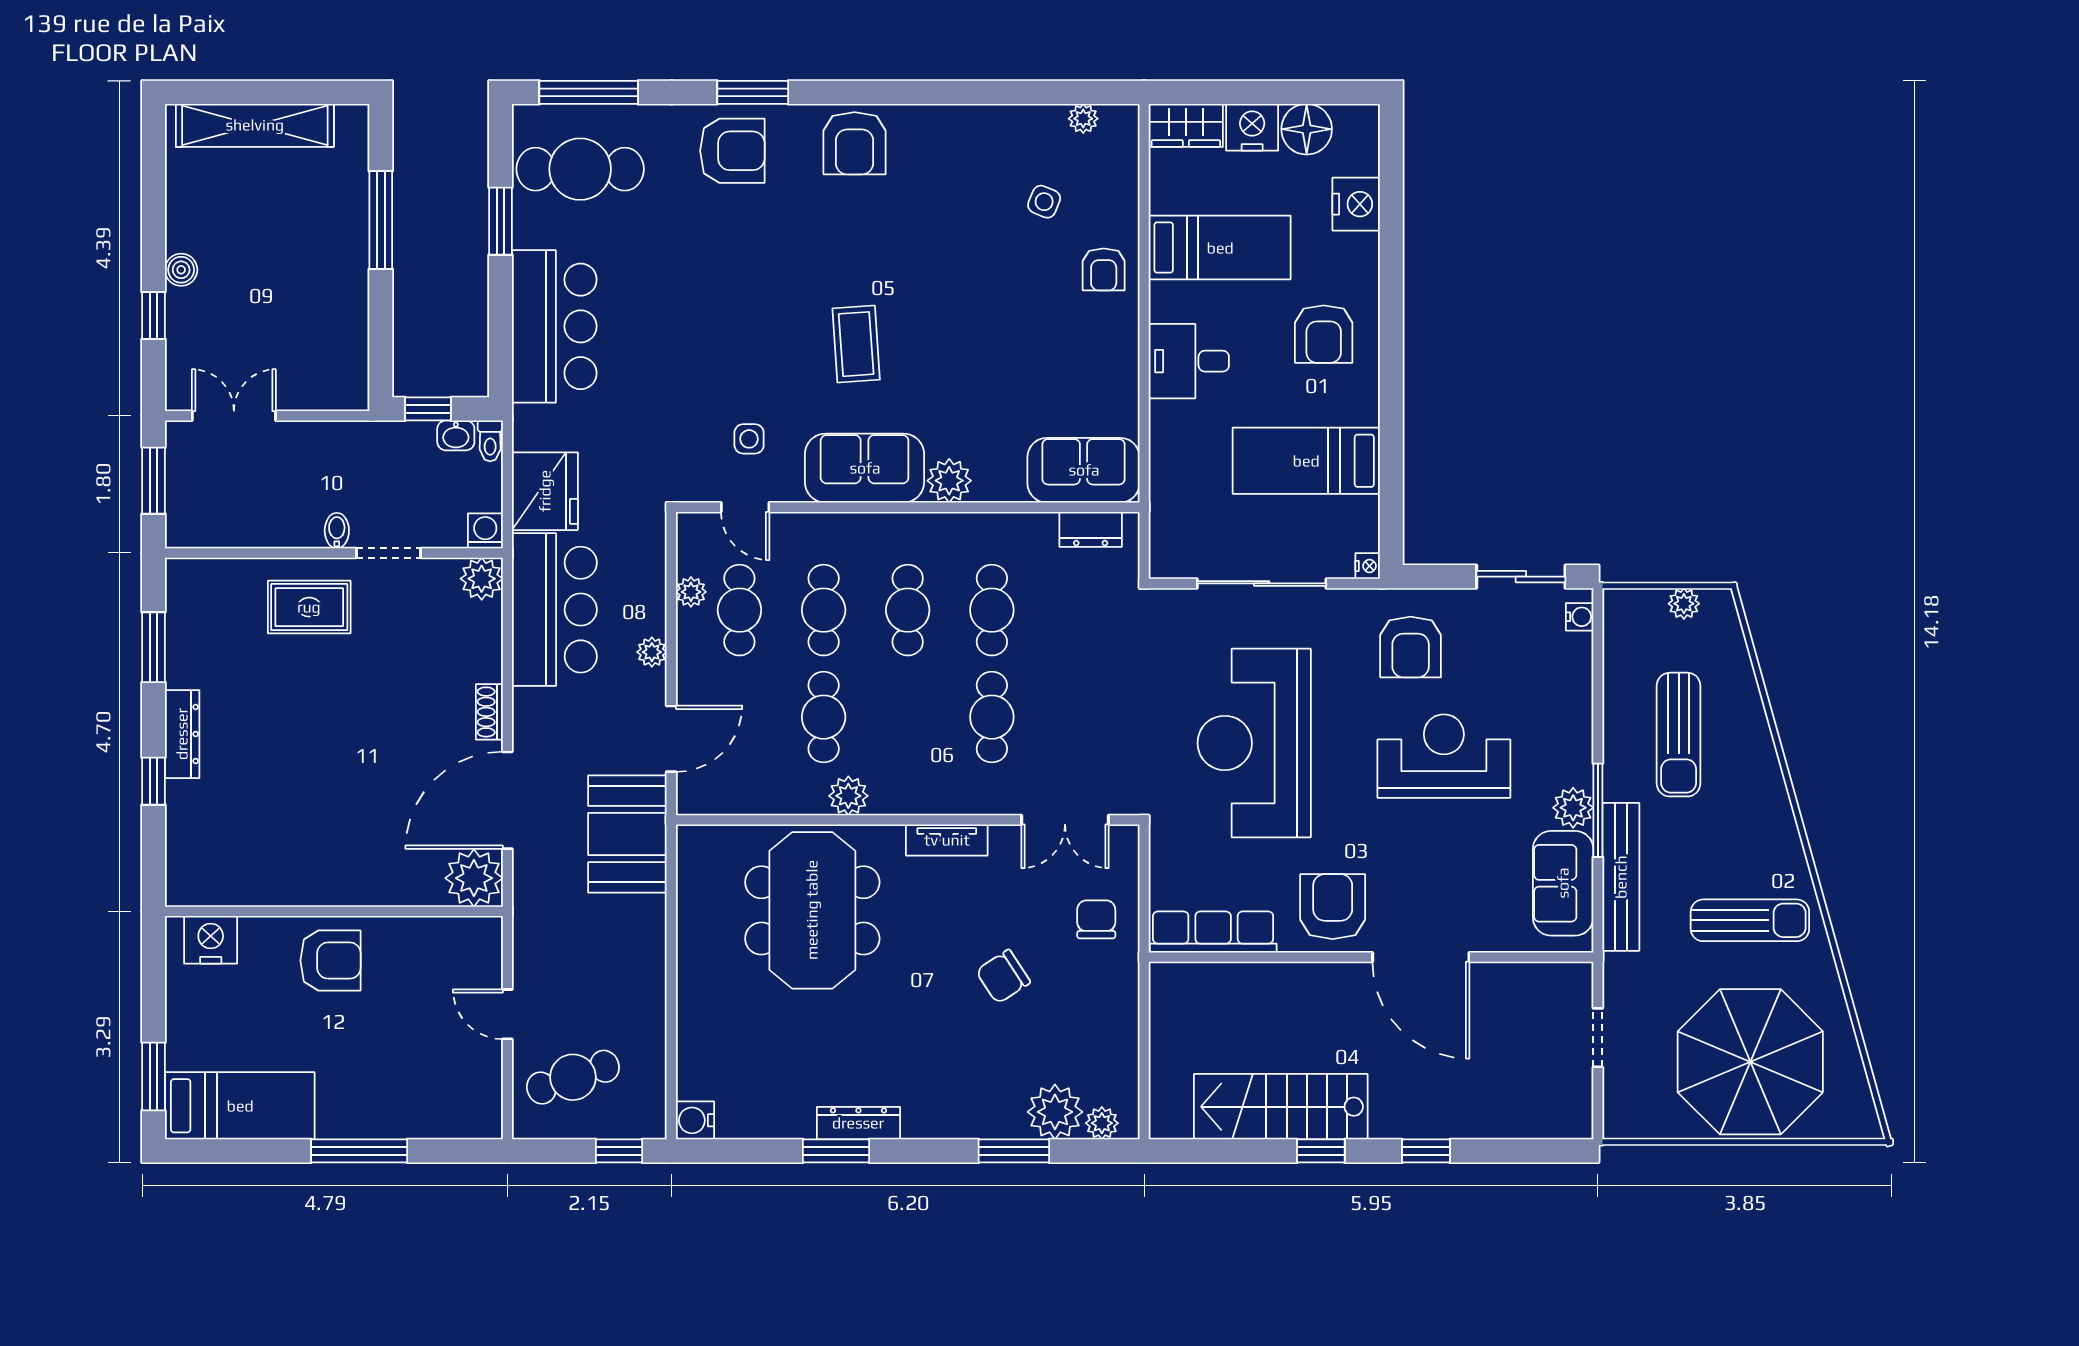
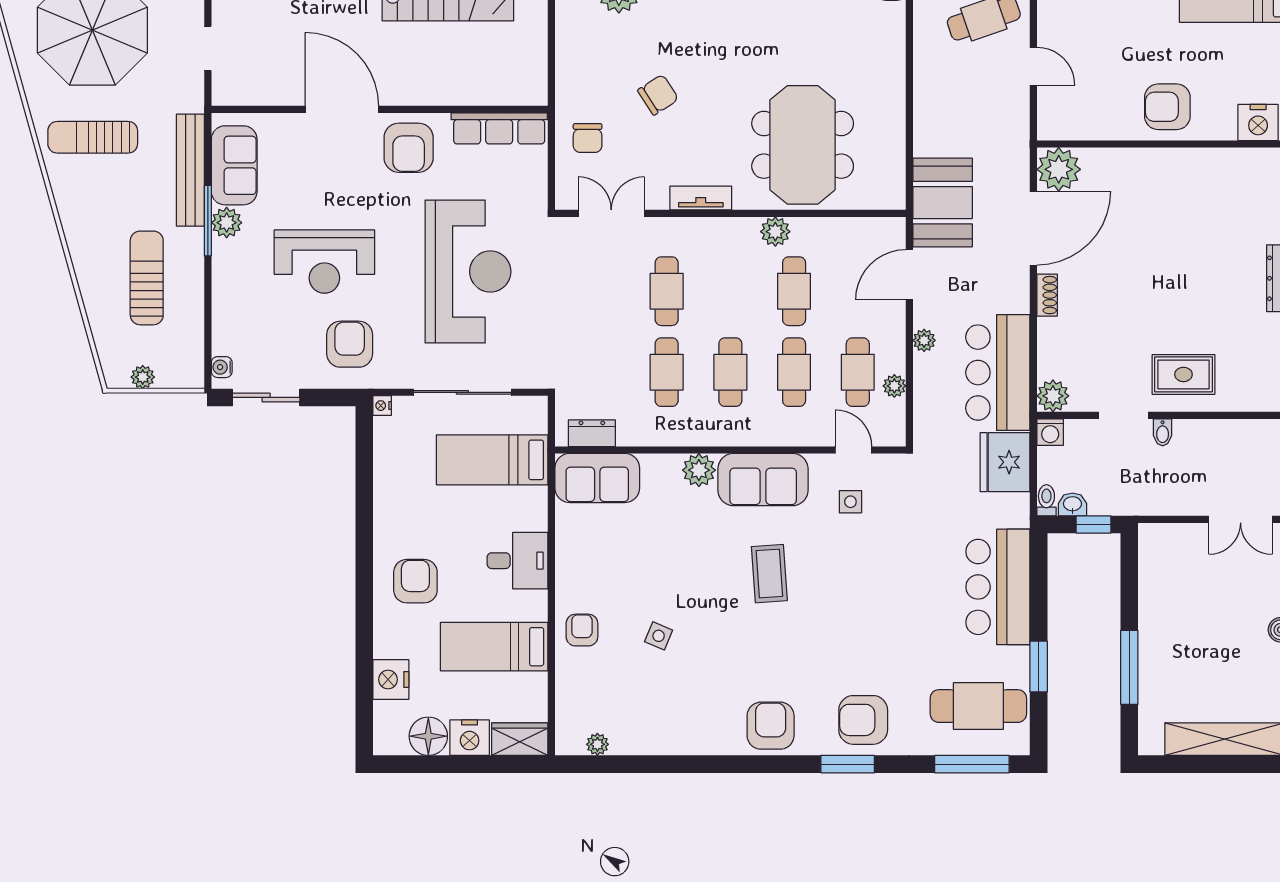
side table: (1044, 202) -> (659, 636), moved
bed: (1306, 461) -> (492, 460), moved, turned 180

